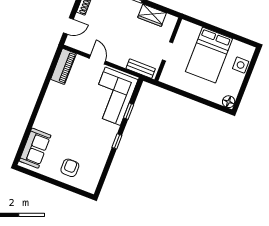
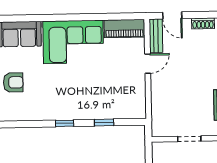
bench: (141, 69) -> (156, 36), moved
corner sofa: (113, 96) -> (73, 42), moved, turned 180

